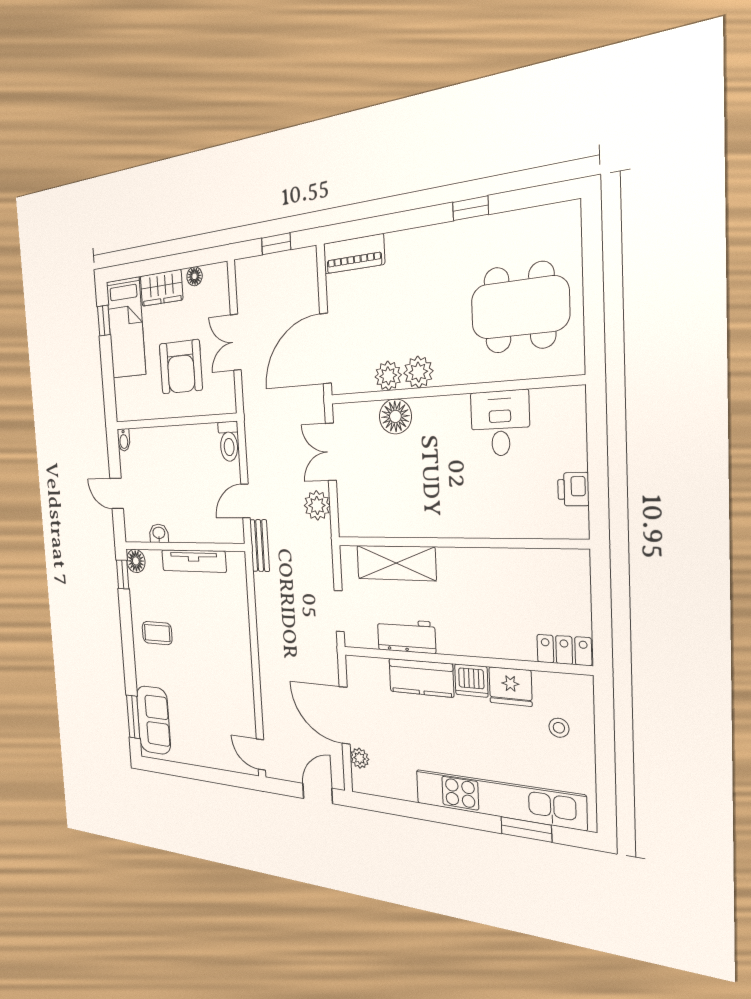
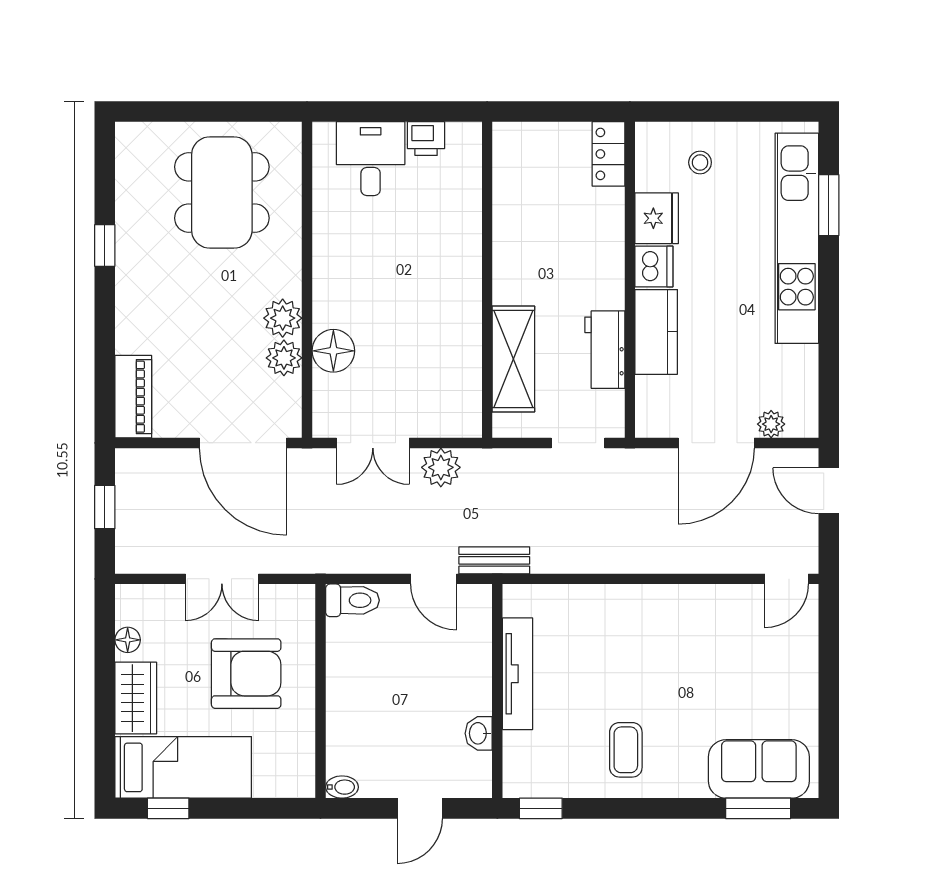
desk: (500, 423) -> (371, 159), moved, turned 90
floor lamp: (136, 561) -> (520, 781), removed

